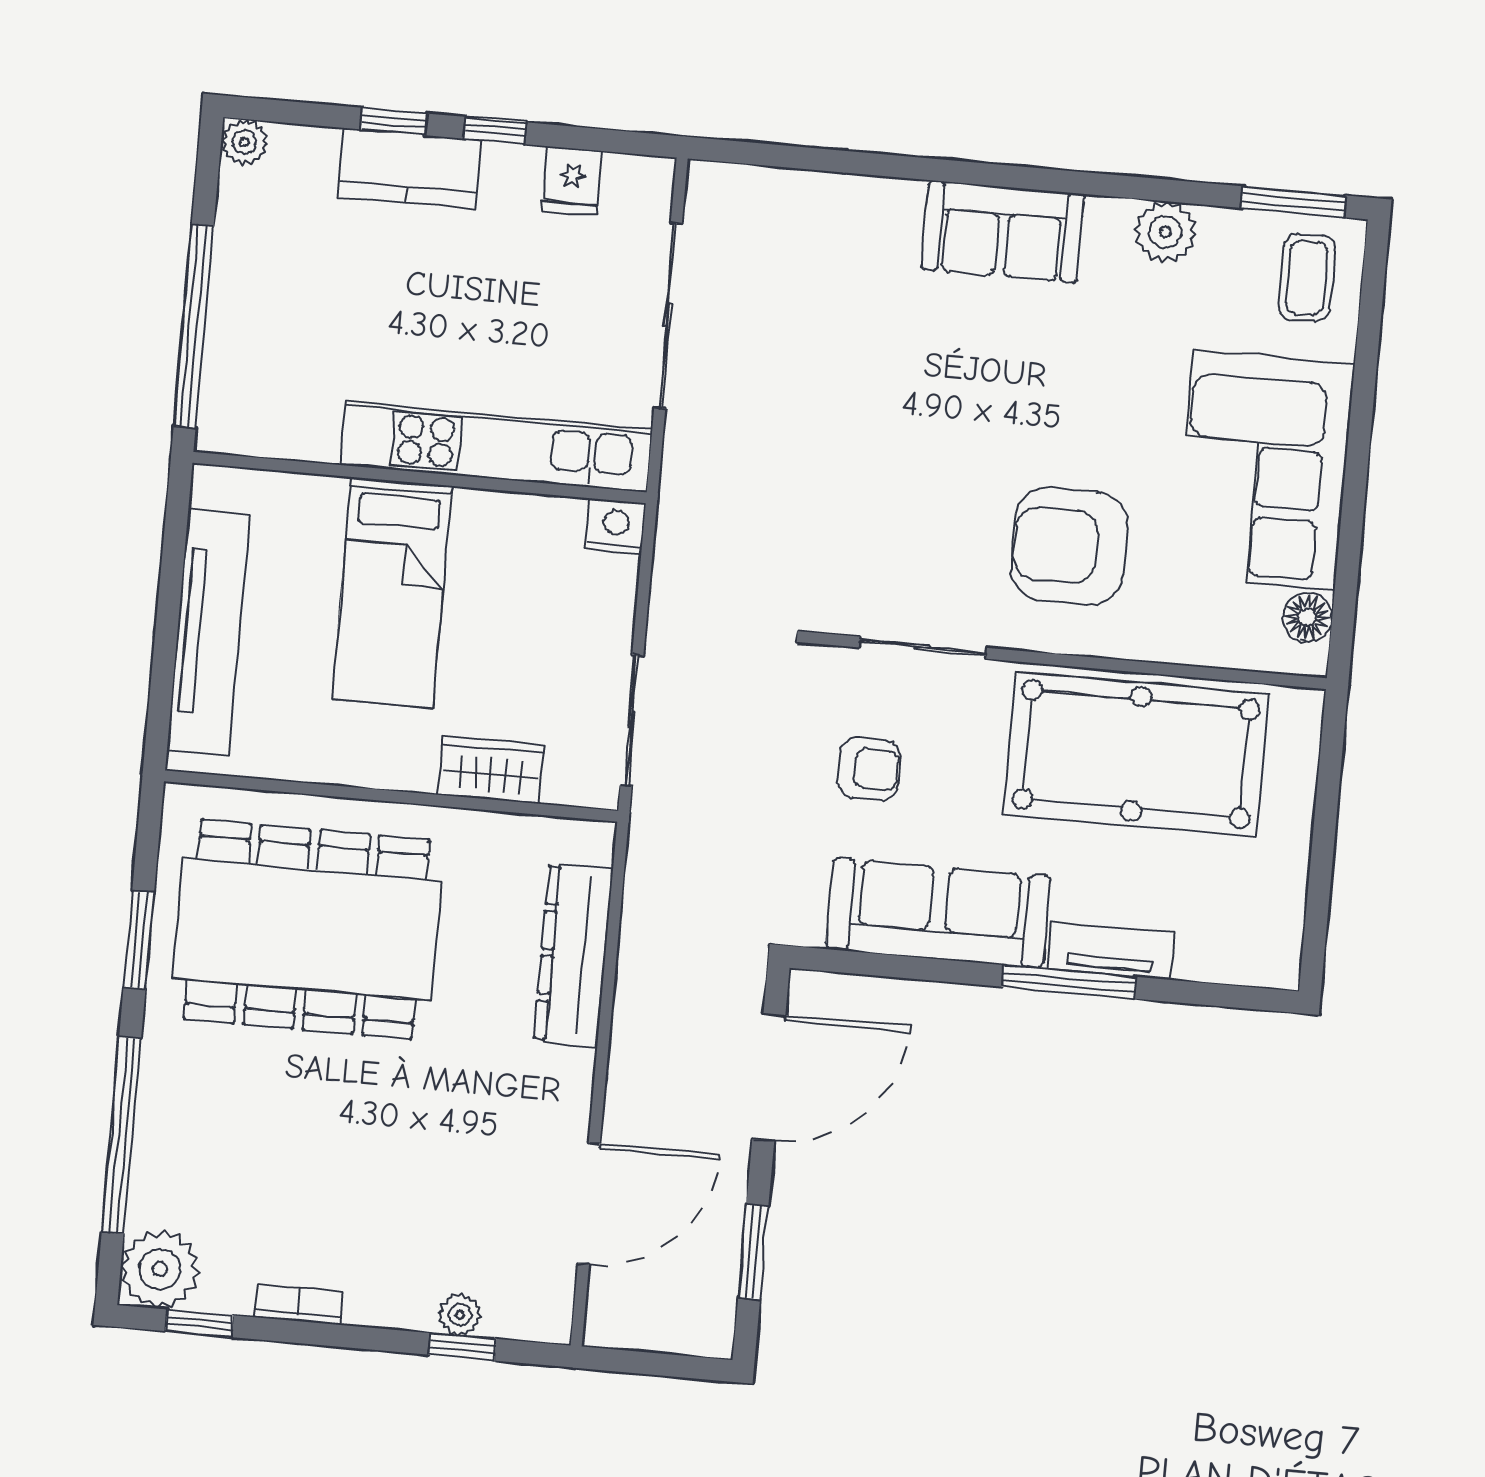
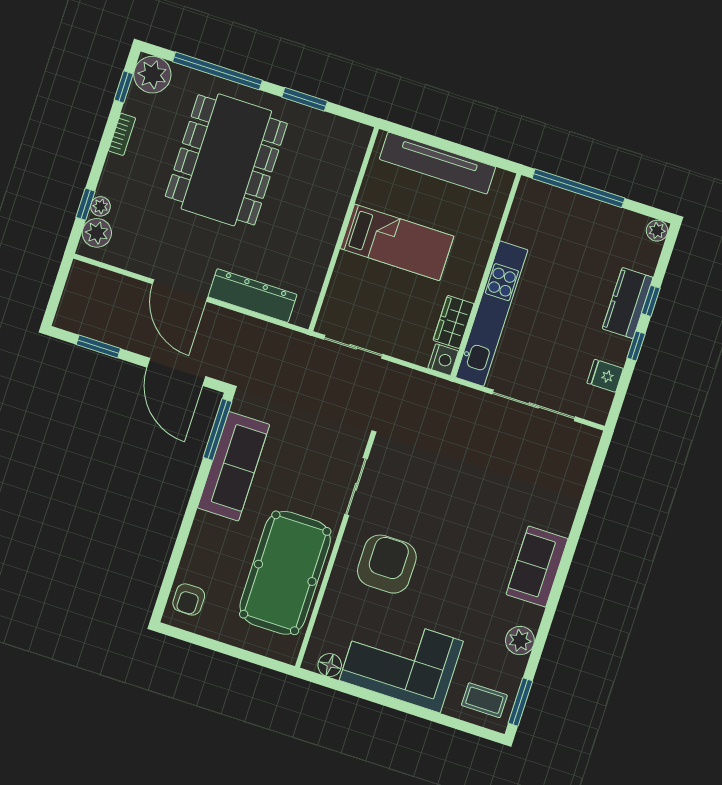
bed: (392, 593) -> (397, 242), moved, turned 180
armchair: (869, 769) -> (189, 599), moved
wardrobe: (491, 770) -> (454, 322), moved, turned 180
dining table: (307, 929) -> (226, 160), moved
tv unit: (1110, 951) -> (198, 541), removed
window: (1069, 982) -> (217, 429), moved
door: (589, 1203) -> (180, 290), moved
plant: (517, 1310) -> (97, 233), added

